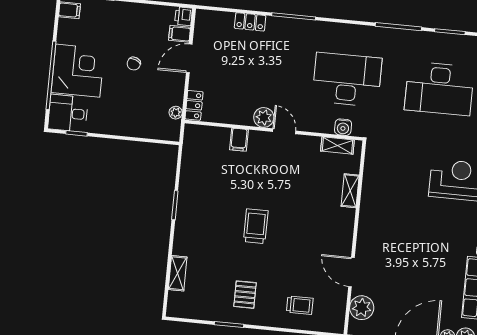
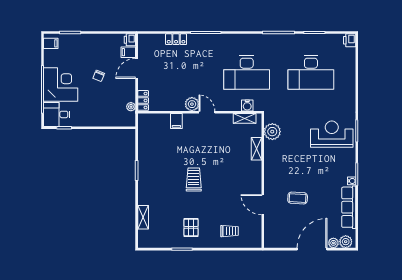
desk: (347, 80) -> (247, 72), turned 180
coffee table: (402, 267) -> (298, 198), added
plant: (362, 308) -> (272, 132), moved

